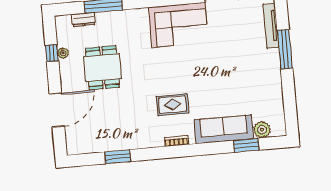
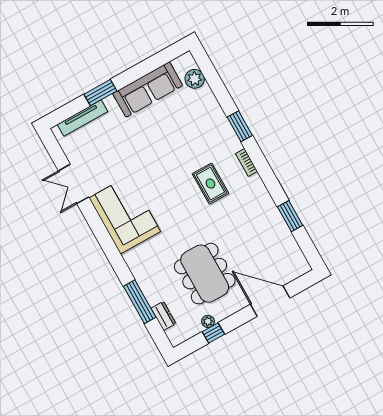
window: (285, 49) -> (100, 93), width x0.69
dining table: (103, 68) -> (205, 274), width x1.38
sofa: (224, 129) -> (148, 89), moved, turned -90
window: (246, 145) -> (240, 126), moved

